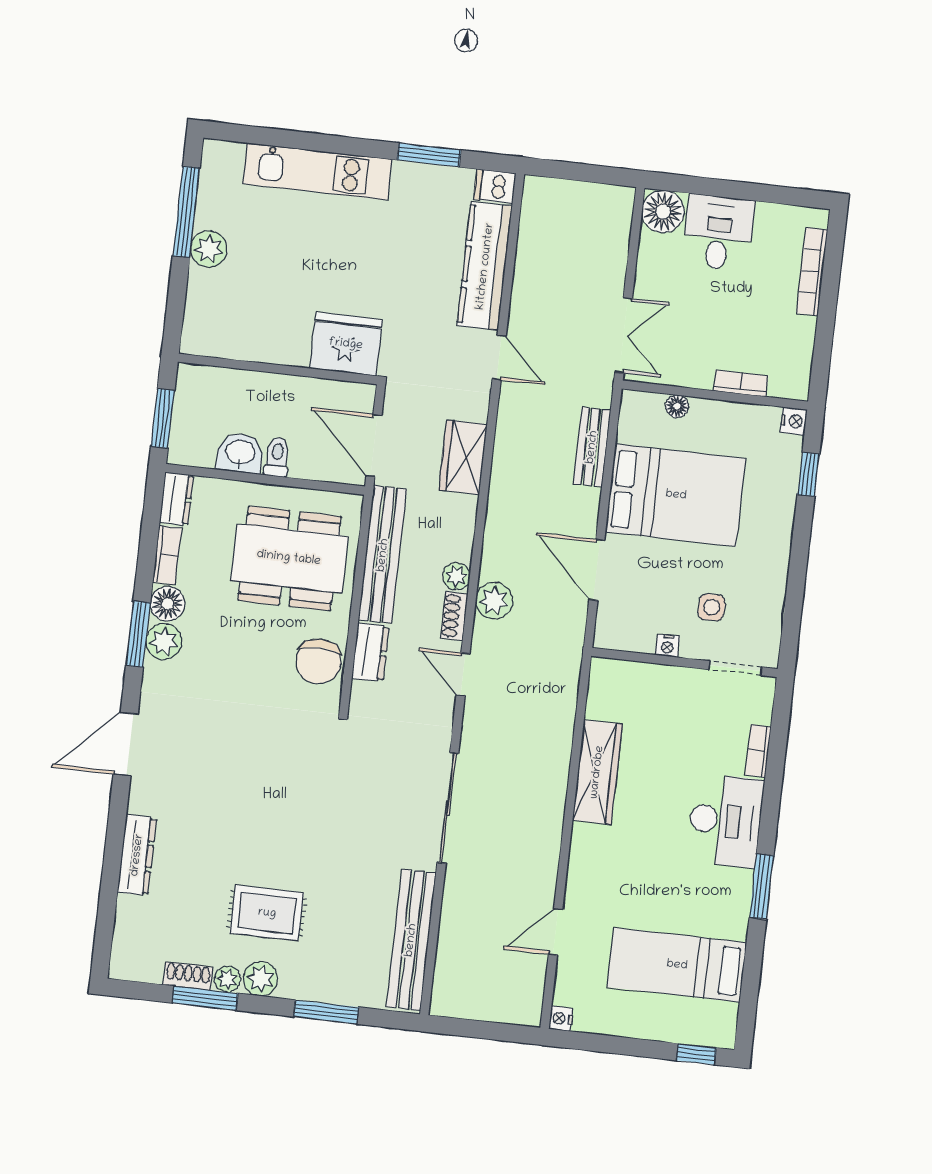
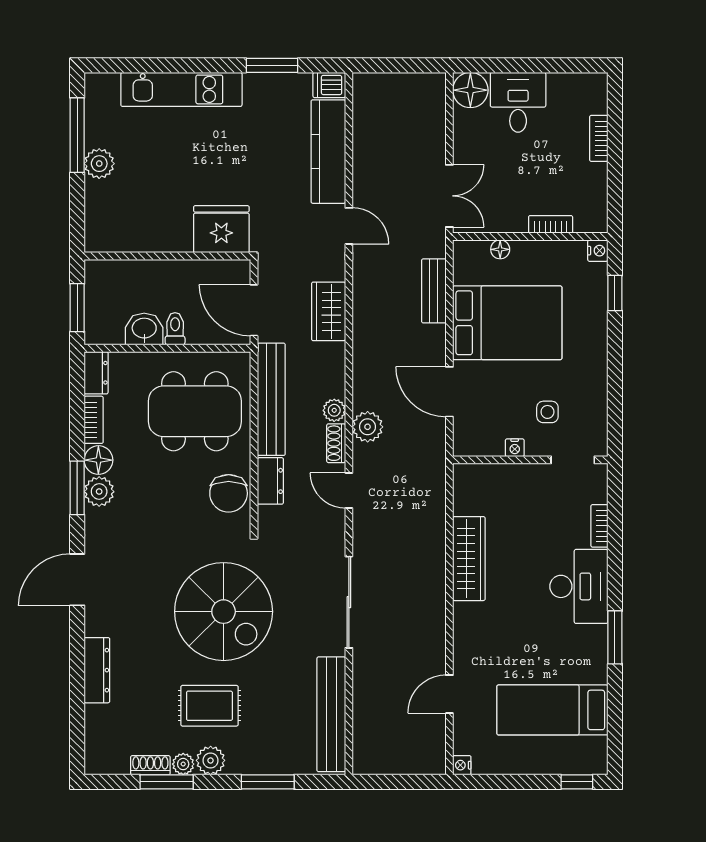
bookcase: (812, 271) -> (599, 138), width x0.64
spiral stairs: (296, 802) -> (224, 612), added

